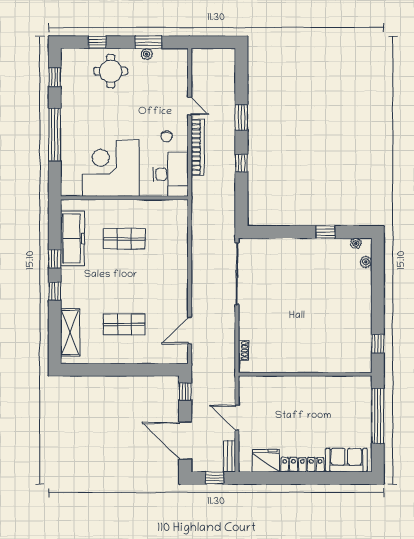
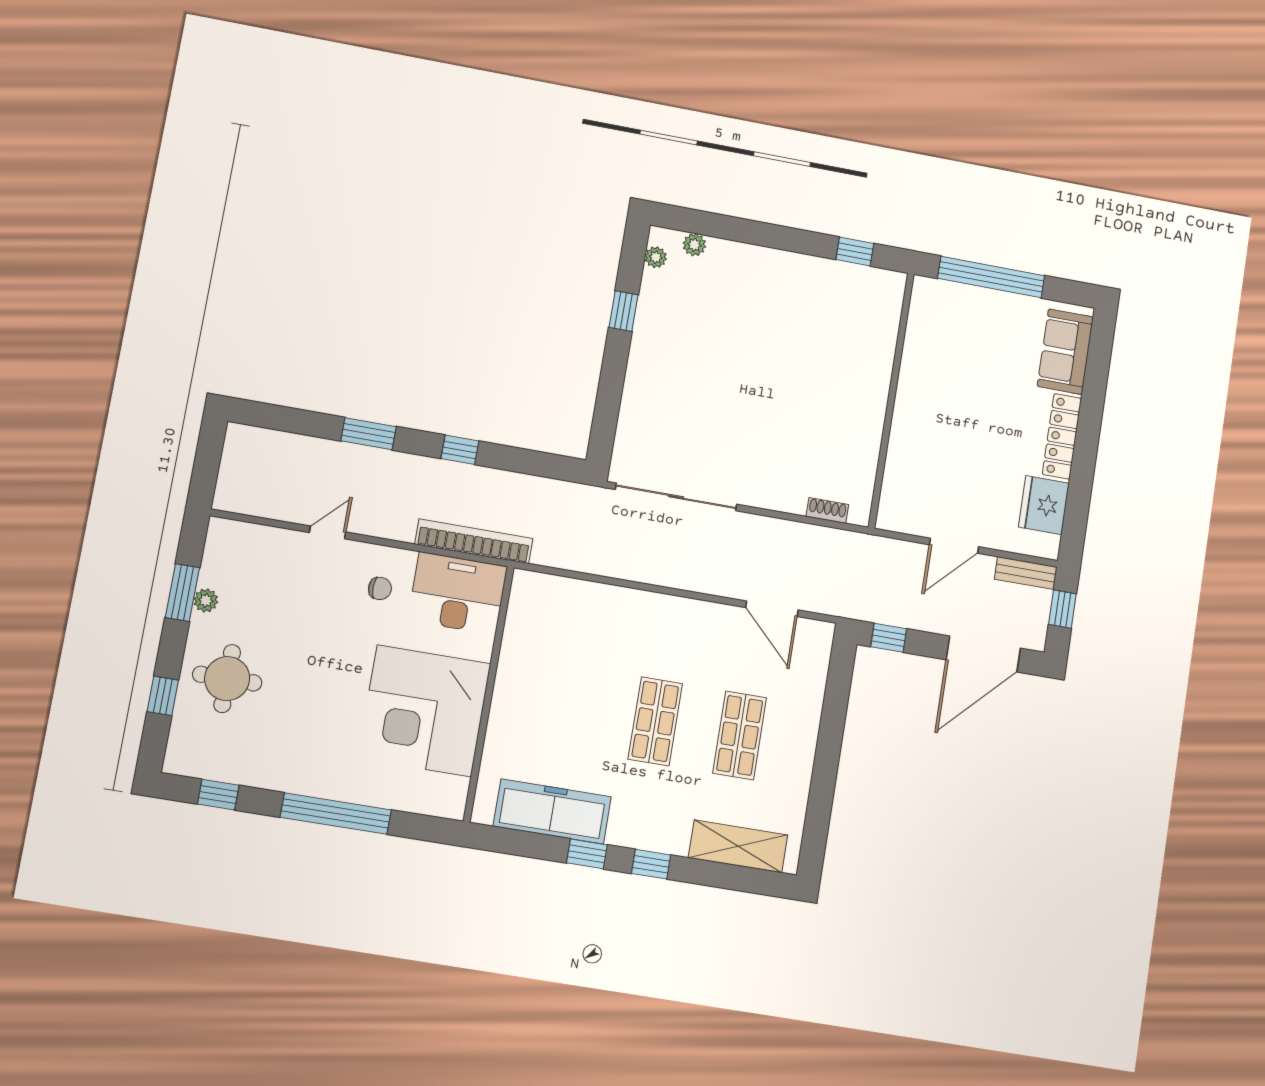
bookcase: (198, 147) -> (474, 541), moved
shop shelf: (124, 239) -> (655, 721), moved

